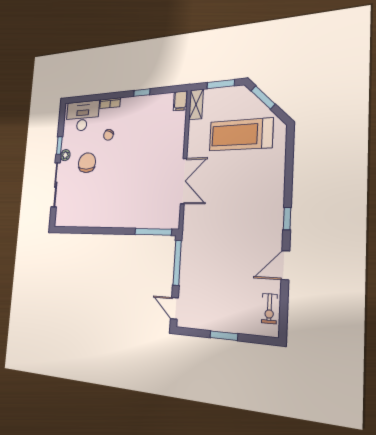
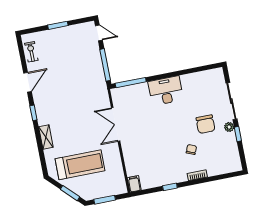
shelving: (196, 105) -> (46, 137), moved
desk: (82, 116) -> (166, 91), moved, turned 180

